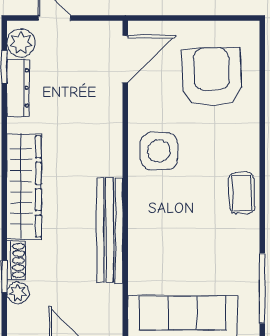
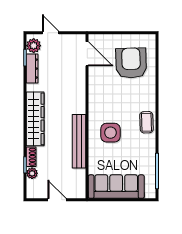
door: (125, 59) -> (87, 54), hinge flipped
side table: (159, 151) -> (111, 133), moved

